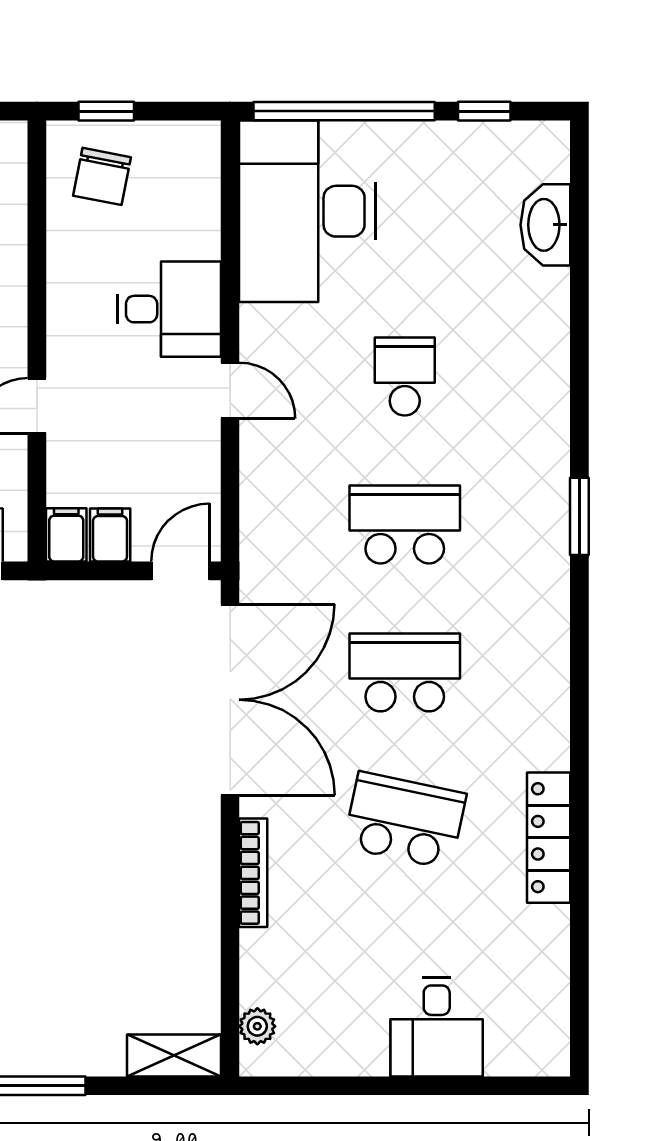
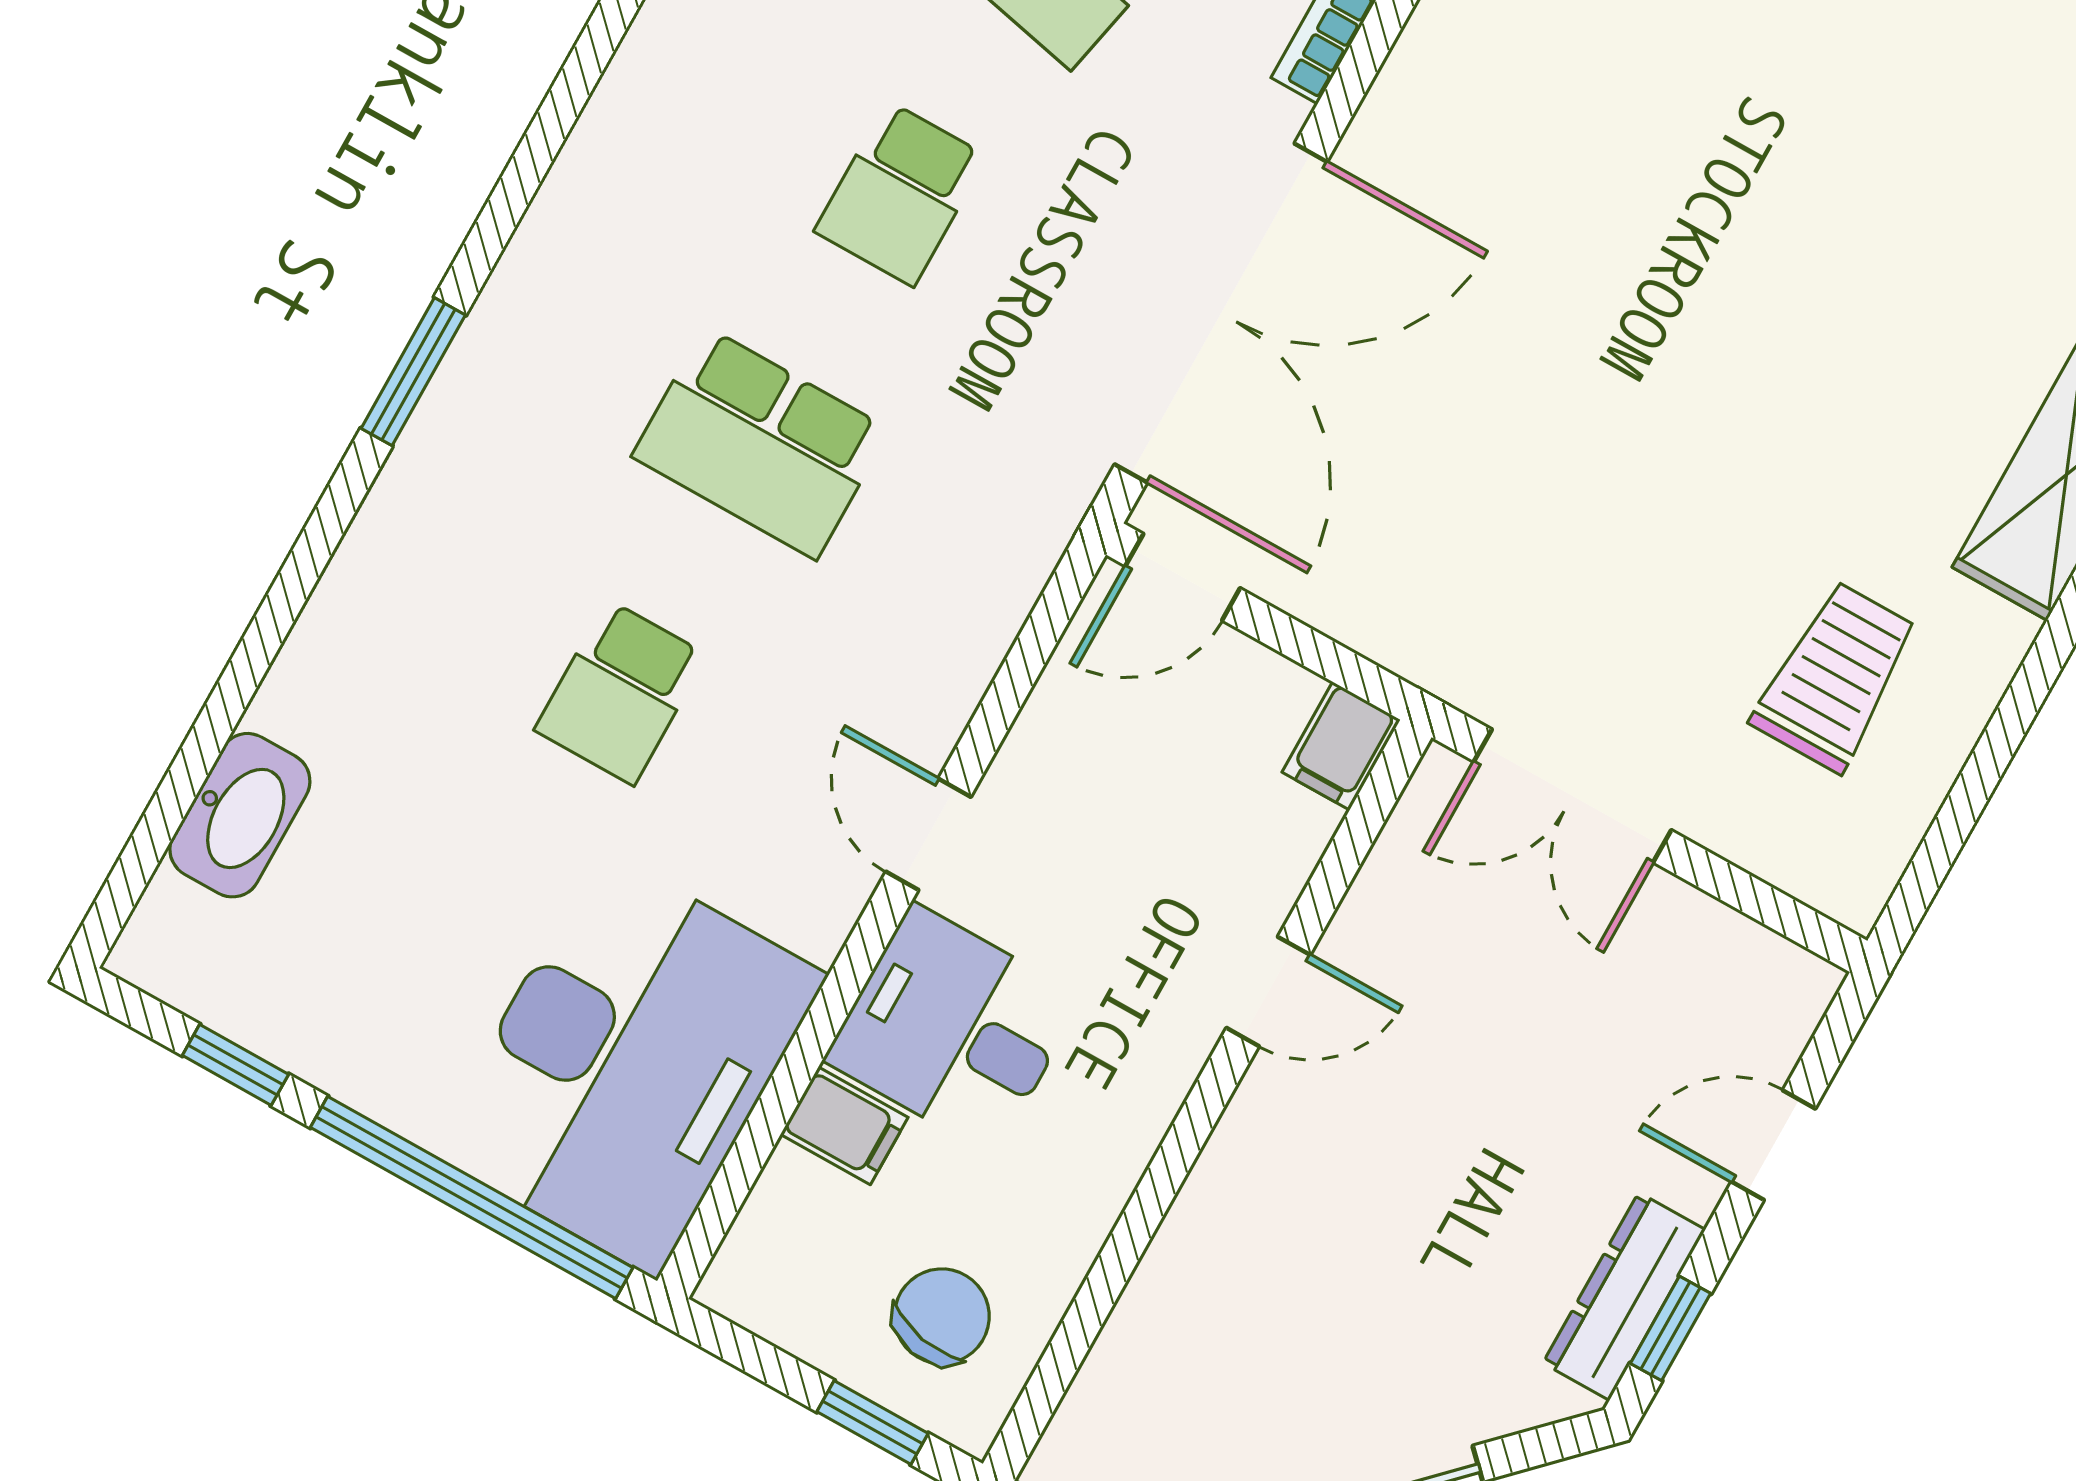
window: (579, 516) -> (413, 372), moved
filing cabinet: (110, 535) -> (844, 1126), moved, turned -90
school desk: (405, 672) -> (901, 194), width x0.54
double door: (230, 700) -> (1221, 313), swing flipped

